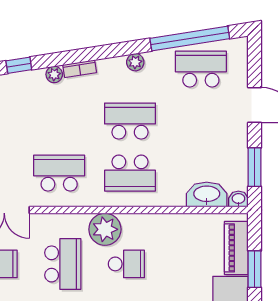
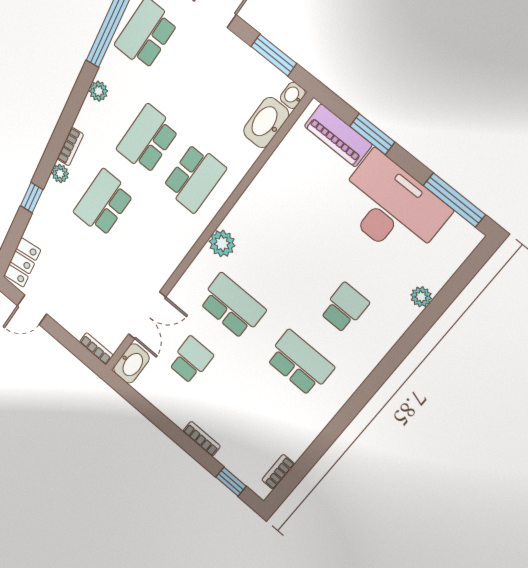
school desk: (59, 173) -> (103, 203), moved
plant: (105, 229) -> (222, 244), width x0.73, depth x0.73
school desk: (126, 264) -> (275, 250), removed

